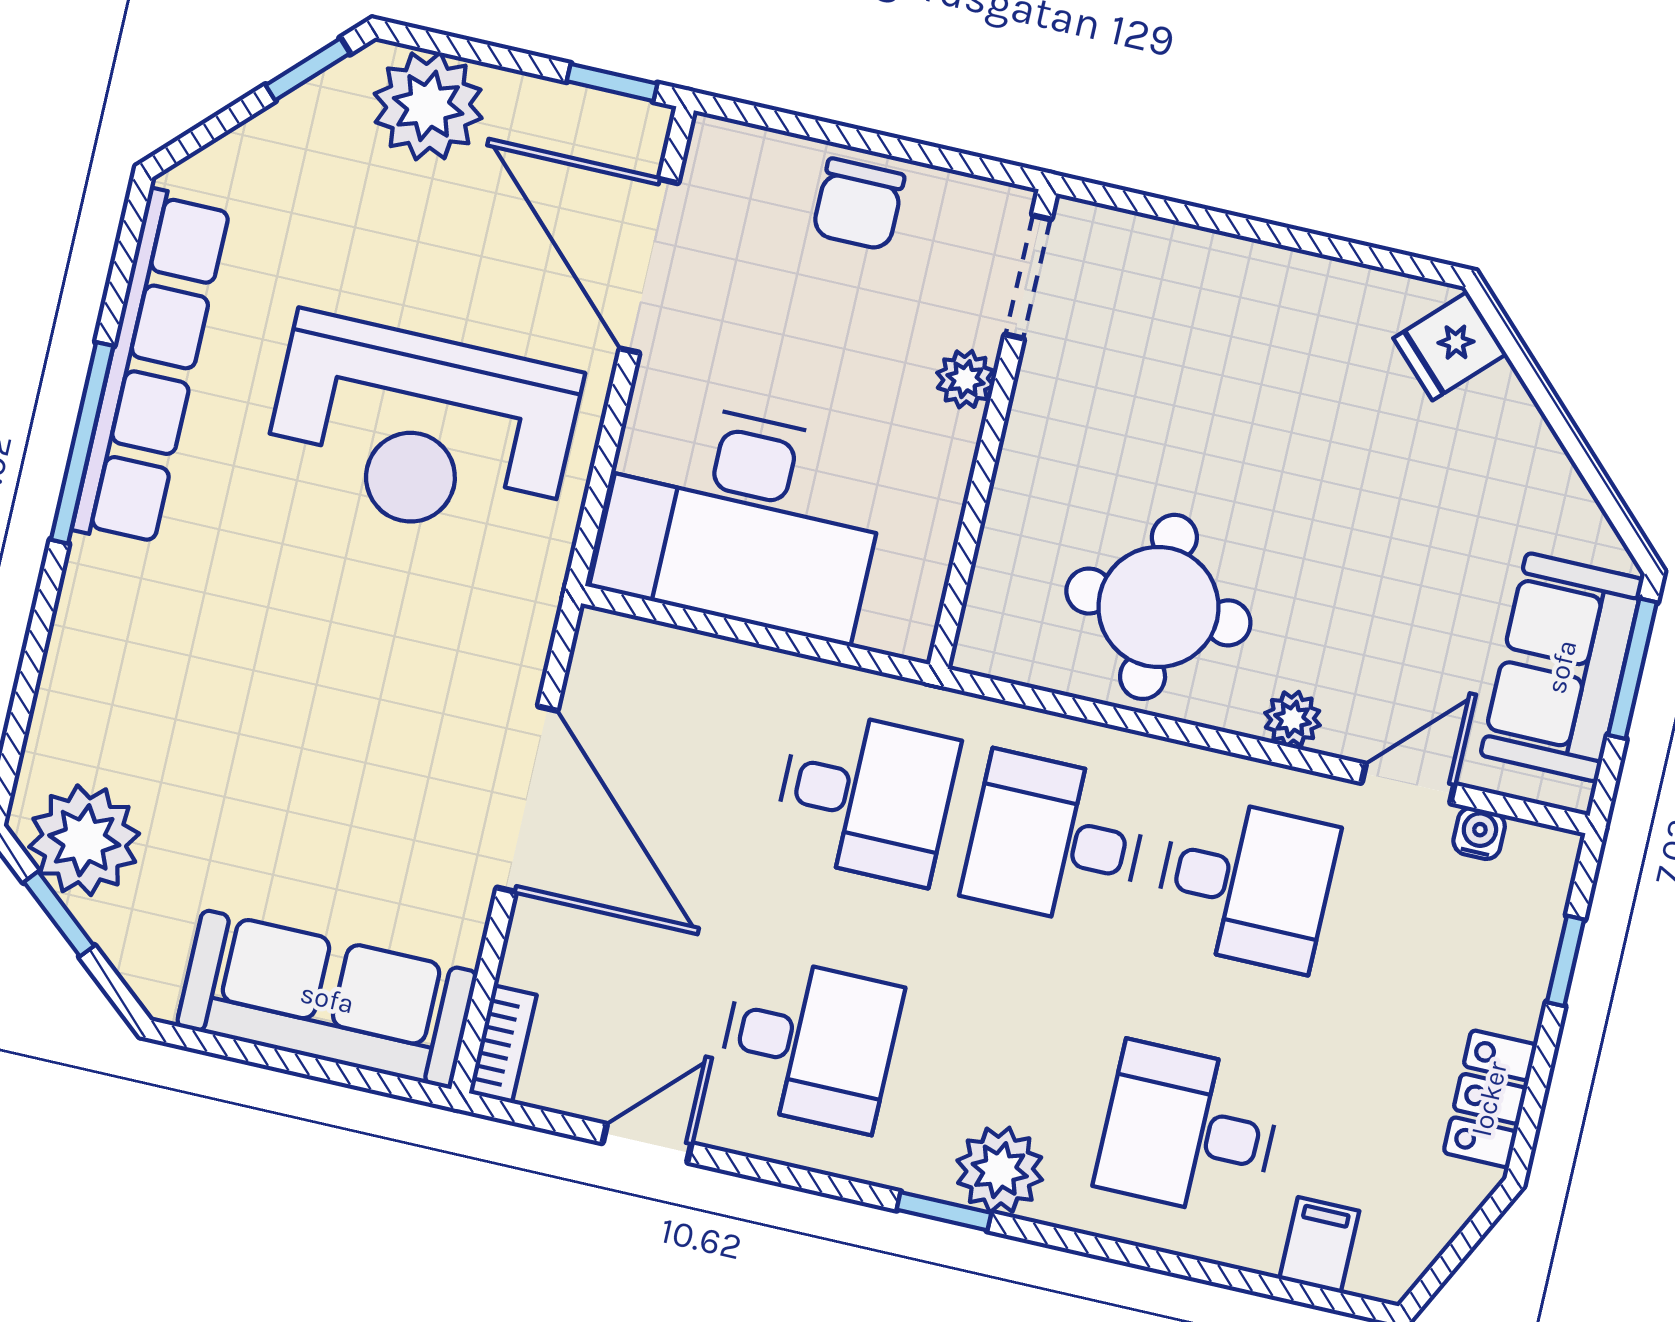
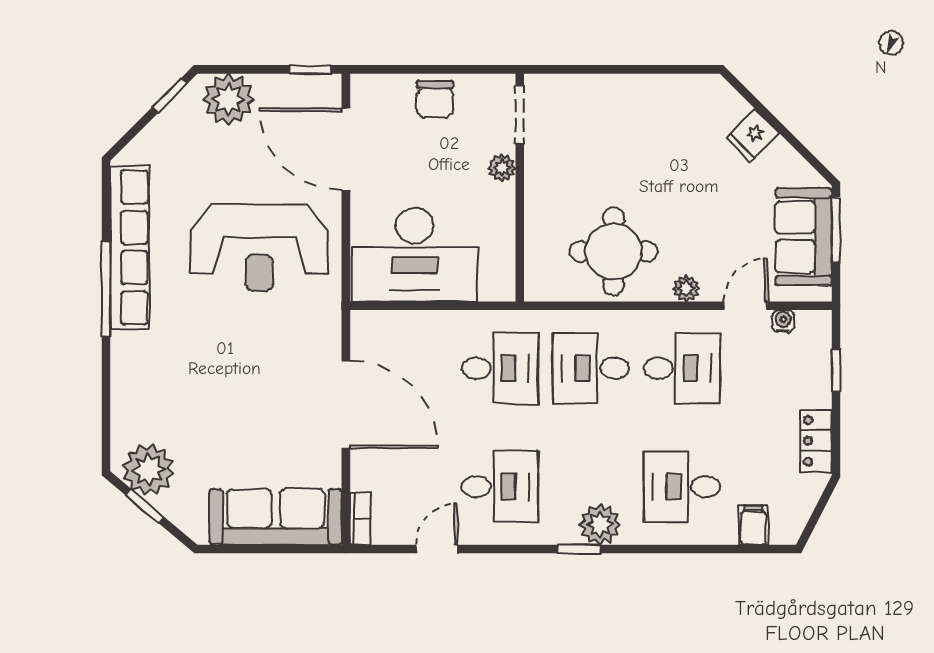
fridge: (1450, 346) -> (753, 136), moved

